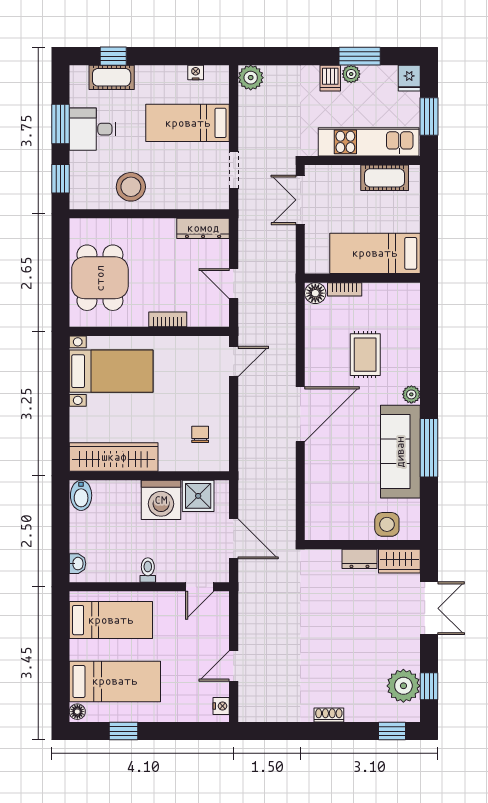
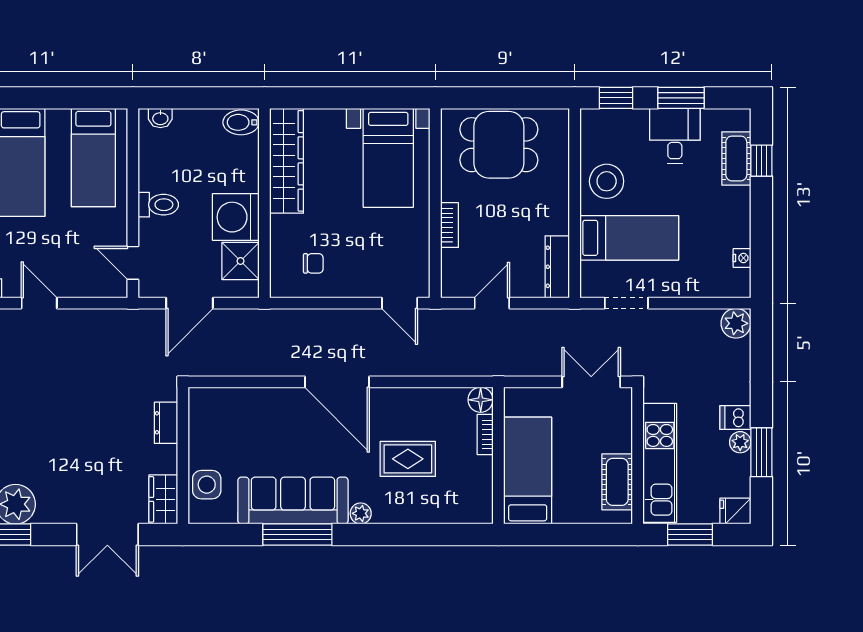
bed: (188, 123) -> (629, 238), moved, turned 90
dresser: (359, 559) -> (166, 423), moved
toilet: (148, 570) -> (158, 205), width x1.37, depth x1.39

